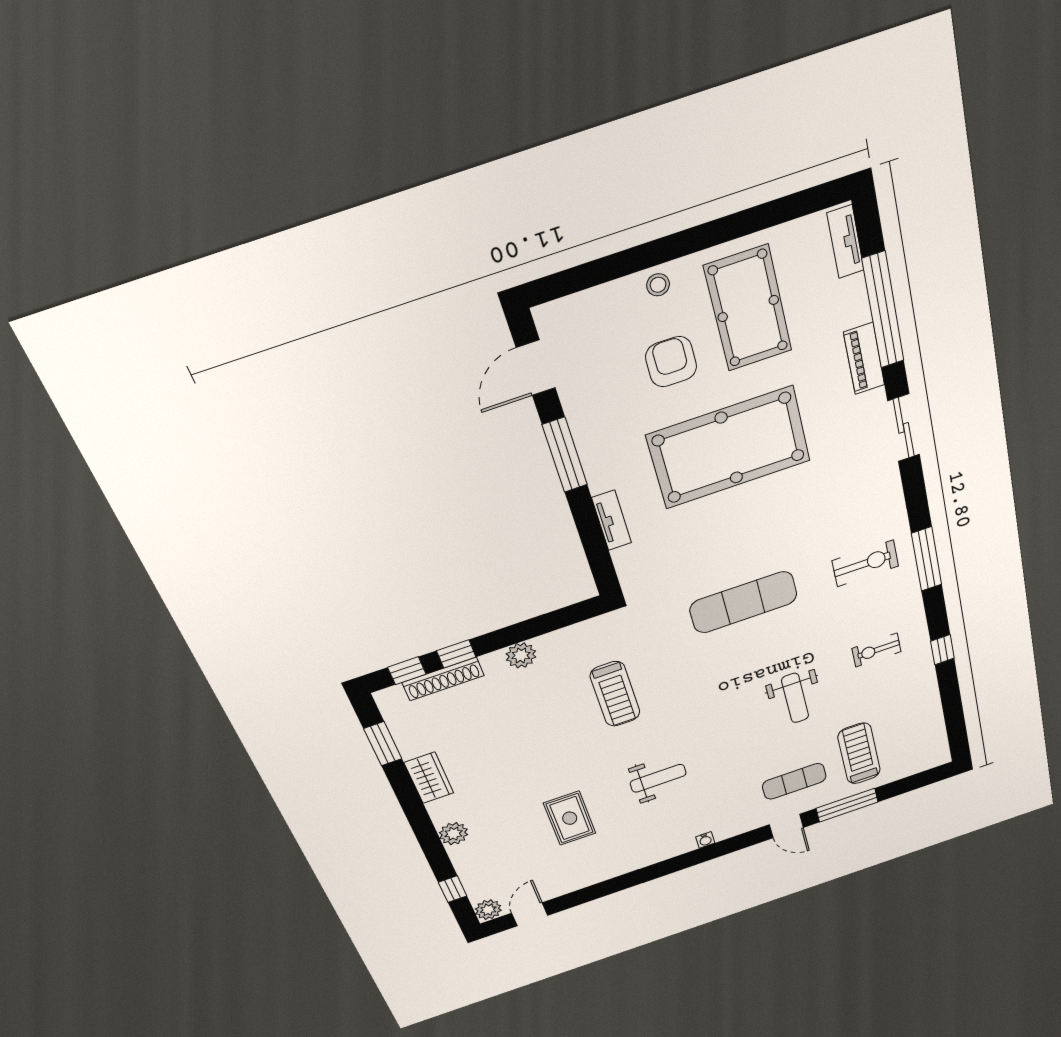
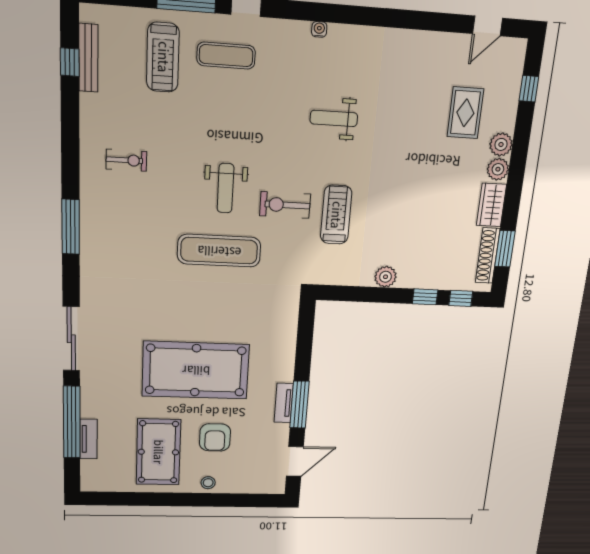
tv unit: (845, 242) -> (88, 439), moved
piano: (864, 359) -> (91, 396), removed
sliding door: (904, 428) -> (71, 339), width x1.37
tv unit: (612, 520) -> (284, 403), moved
exercise bike: (865, 563) -> (285, 205), moved
window: (942, 650) -> (70, 62), moved
shoe rack: (443, 679) -> (488, 256), moved, turned -90
weight bench: (795, 698) -> (226, 188), moved, turned 180
bench: (935, 722) -> (88, 58), added
rug: (570, 818) -> (465, 113), moved
plant: (488, 910) -> (498, 169), moved

